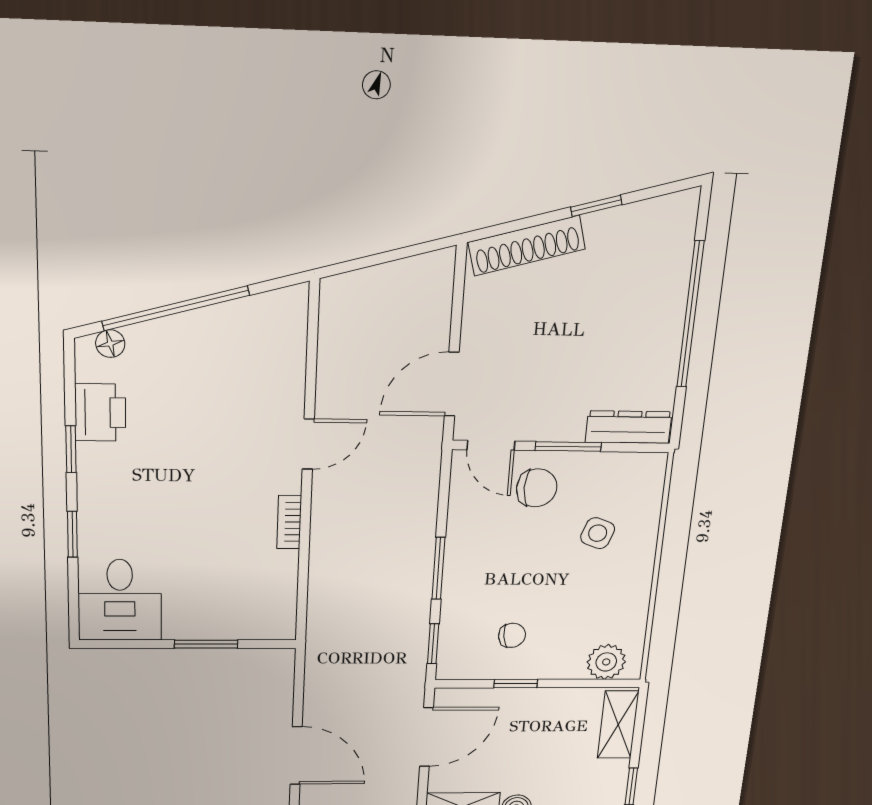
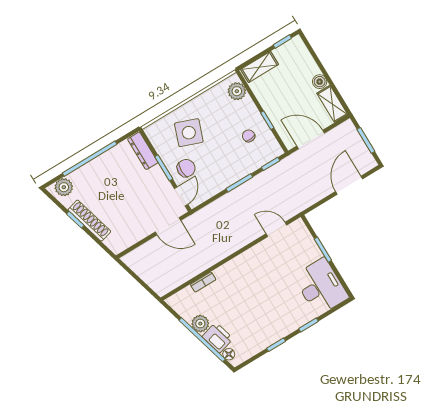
plant: (675, 226) -> (64, 187), added
shoe rack: (527, 246) -> (89, 221), moved
plant: (212, 326) -> (200, 324), added
printer: (100, 412) -> (218, 338), moved, turned 75
door: (308, 444) -> (276, 229), moved
chair: (537, 488) -> (186, 168), turned 90
bookcase: (289, 522) -> (203, 282), moved
side table: (598, 533) -> (189, 133), width x1.87, depth x1.87
desk: (120, 600) -> (321, 287), width x1.37

